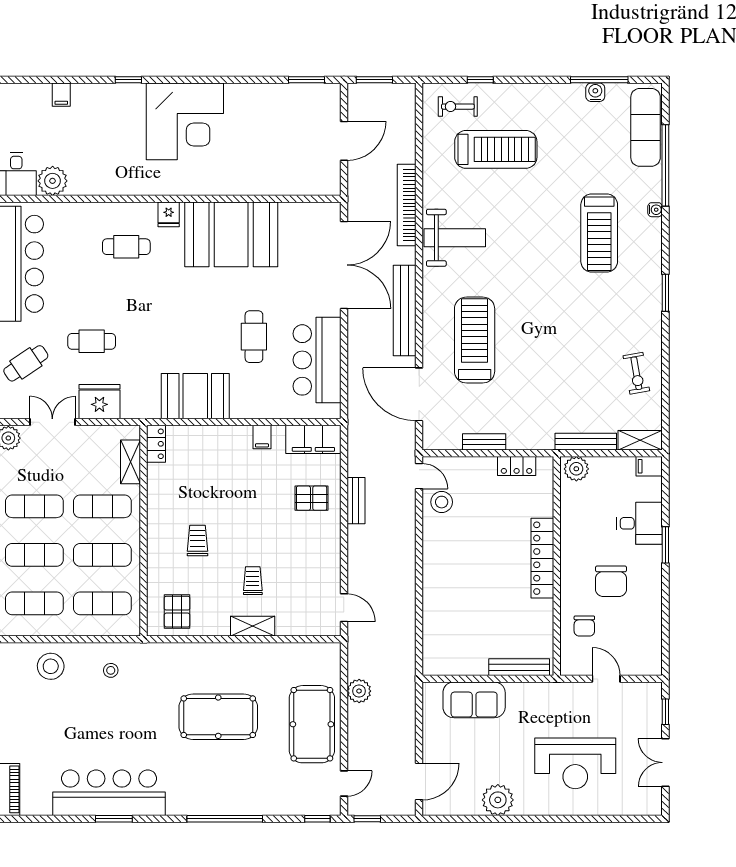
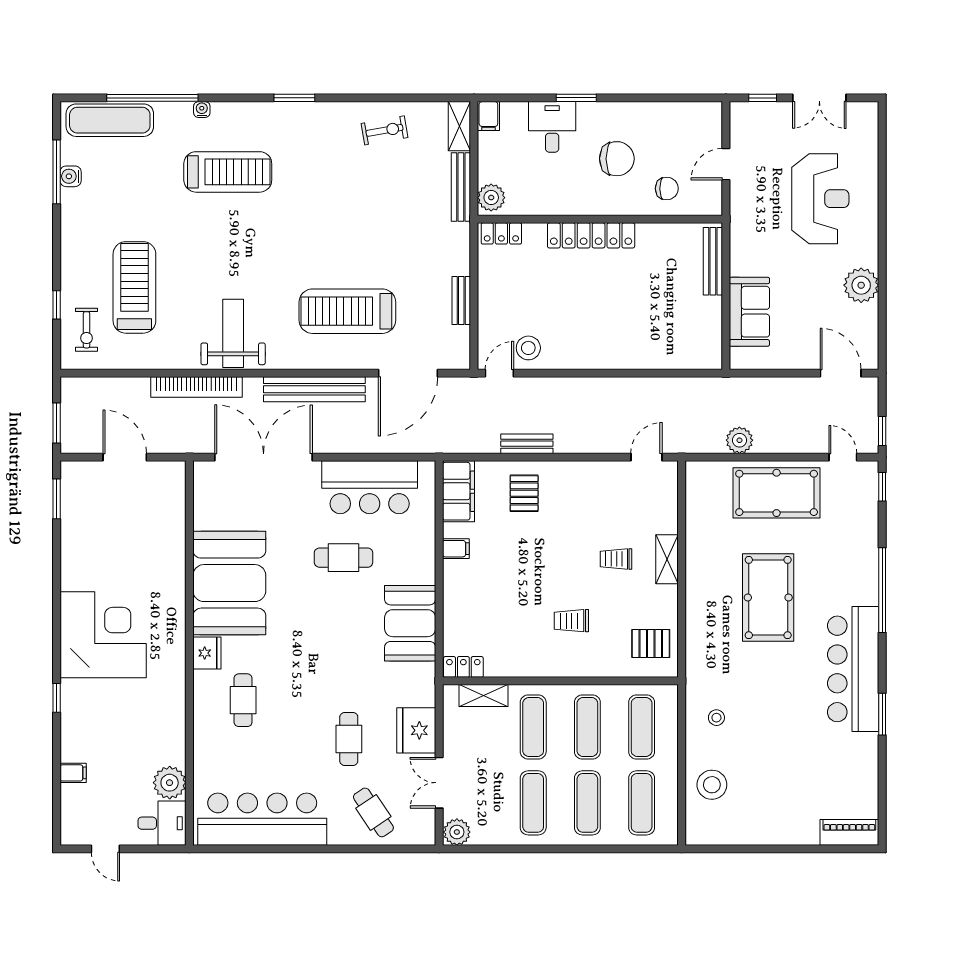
fridge: (169, 214) -> (207, 653), width x1.38
locker: (517, 466) -> (501, 233), moved, turned 90
bar counter: (109, 793) -> (853, 669), moved

